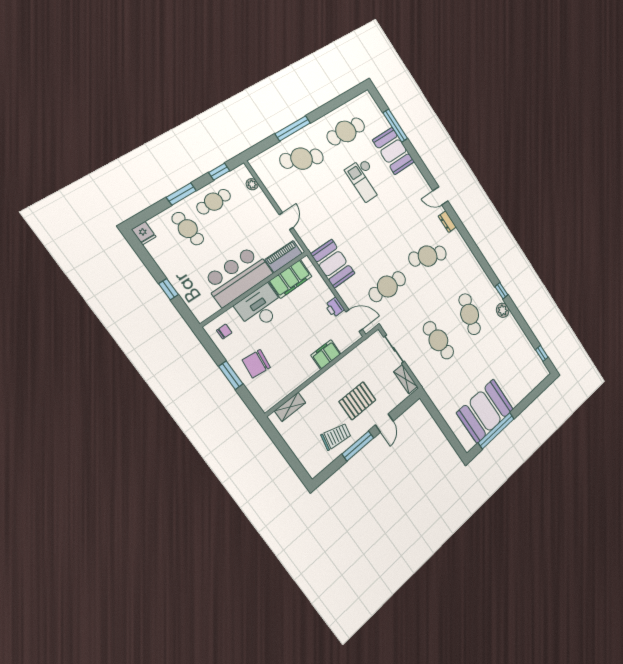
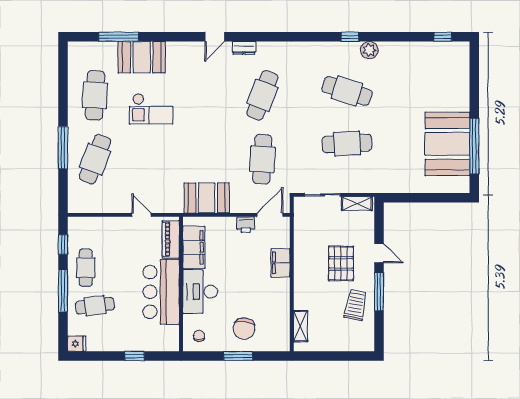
plant: (252, 184) -> (91, 223), removed
window: (181, 194) -> (63, 291), width x1.44

